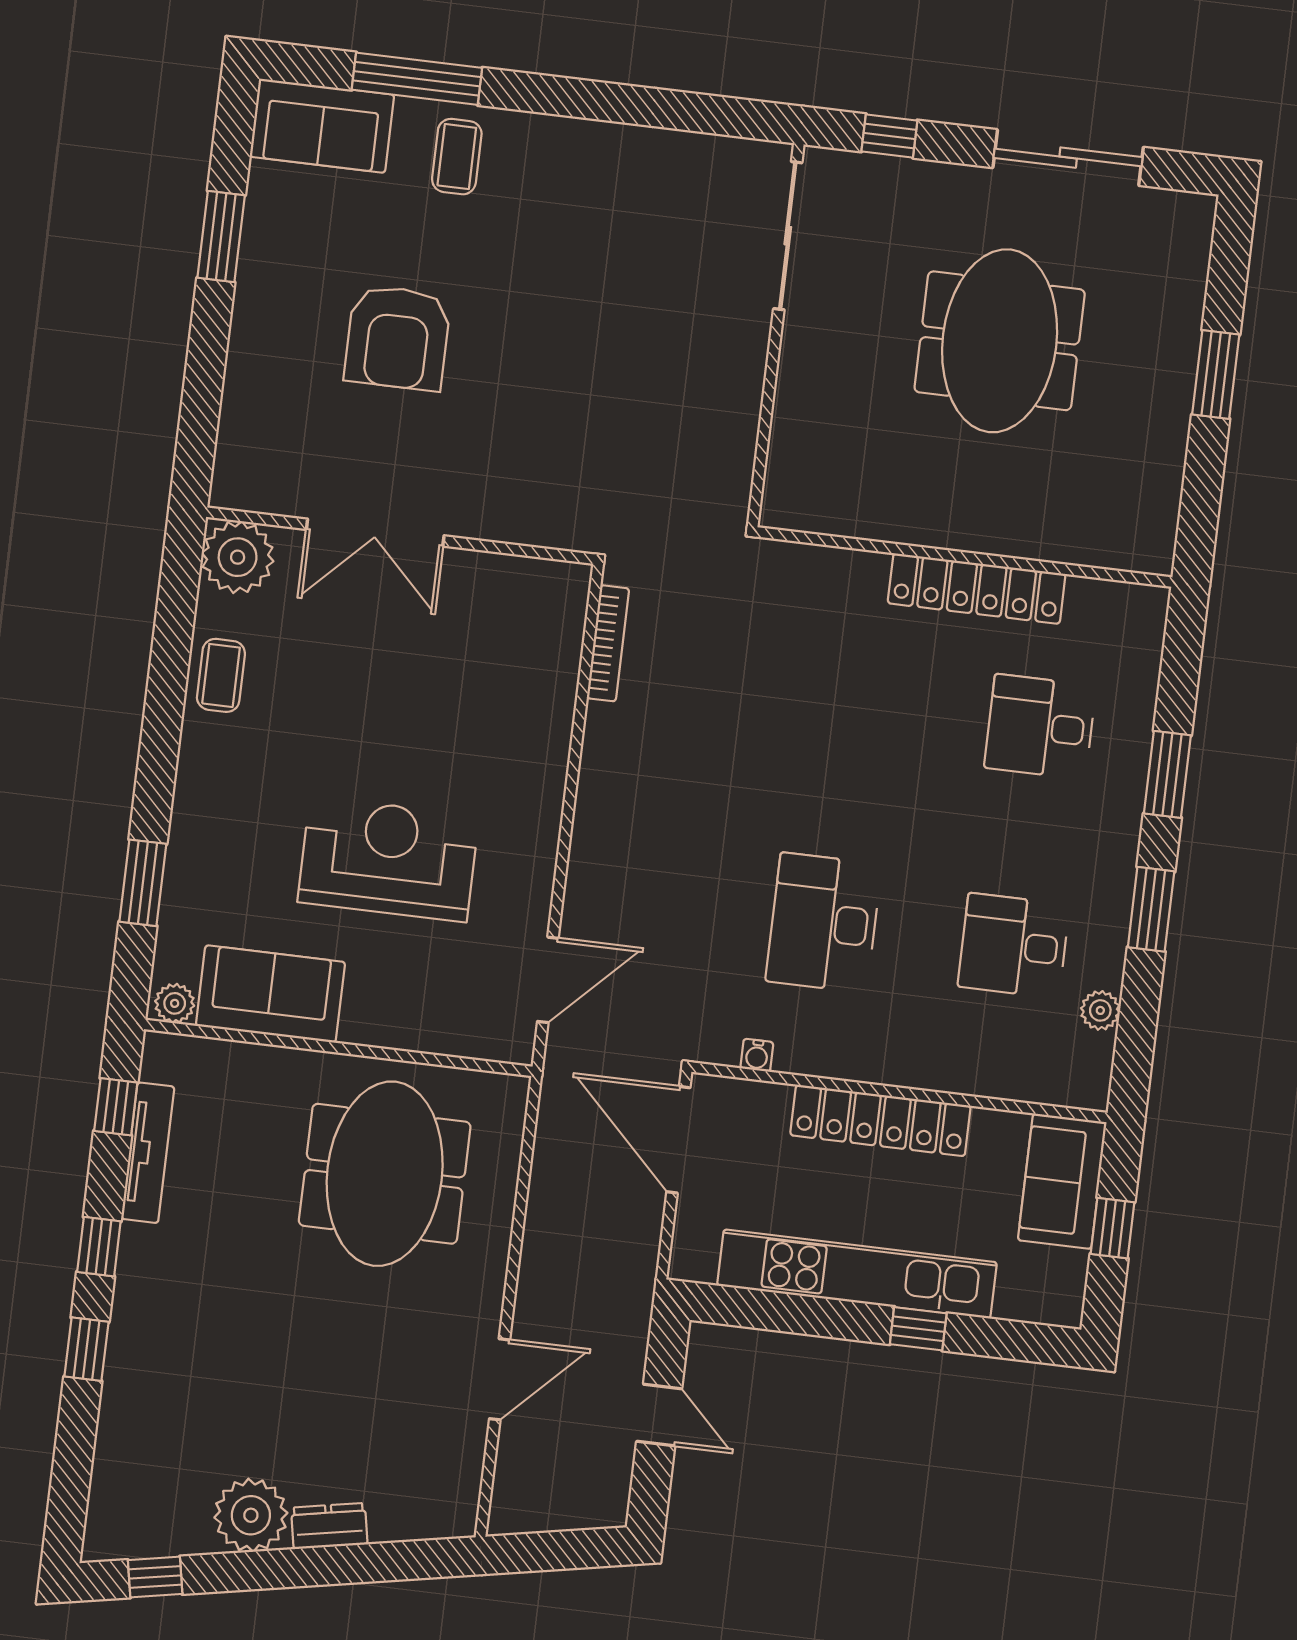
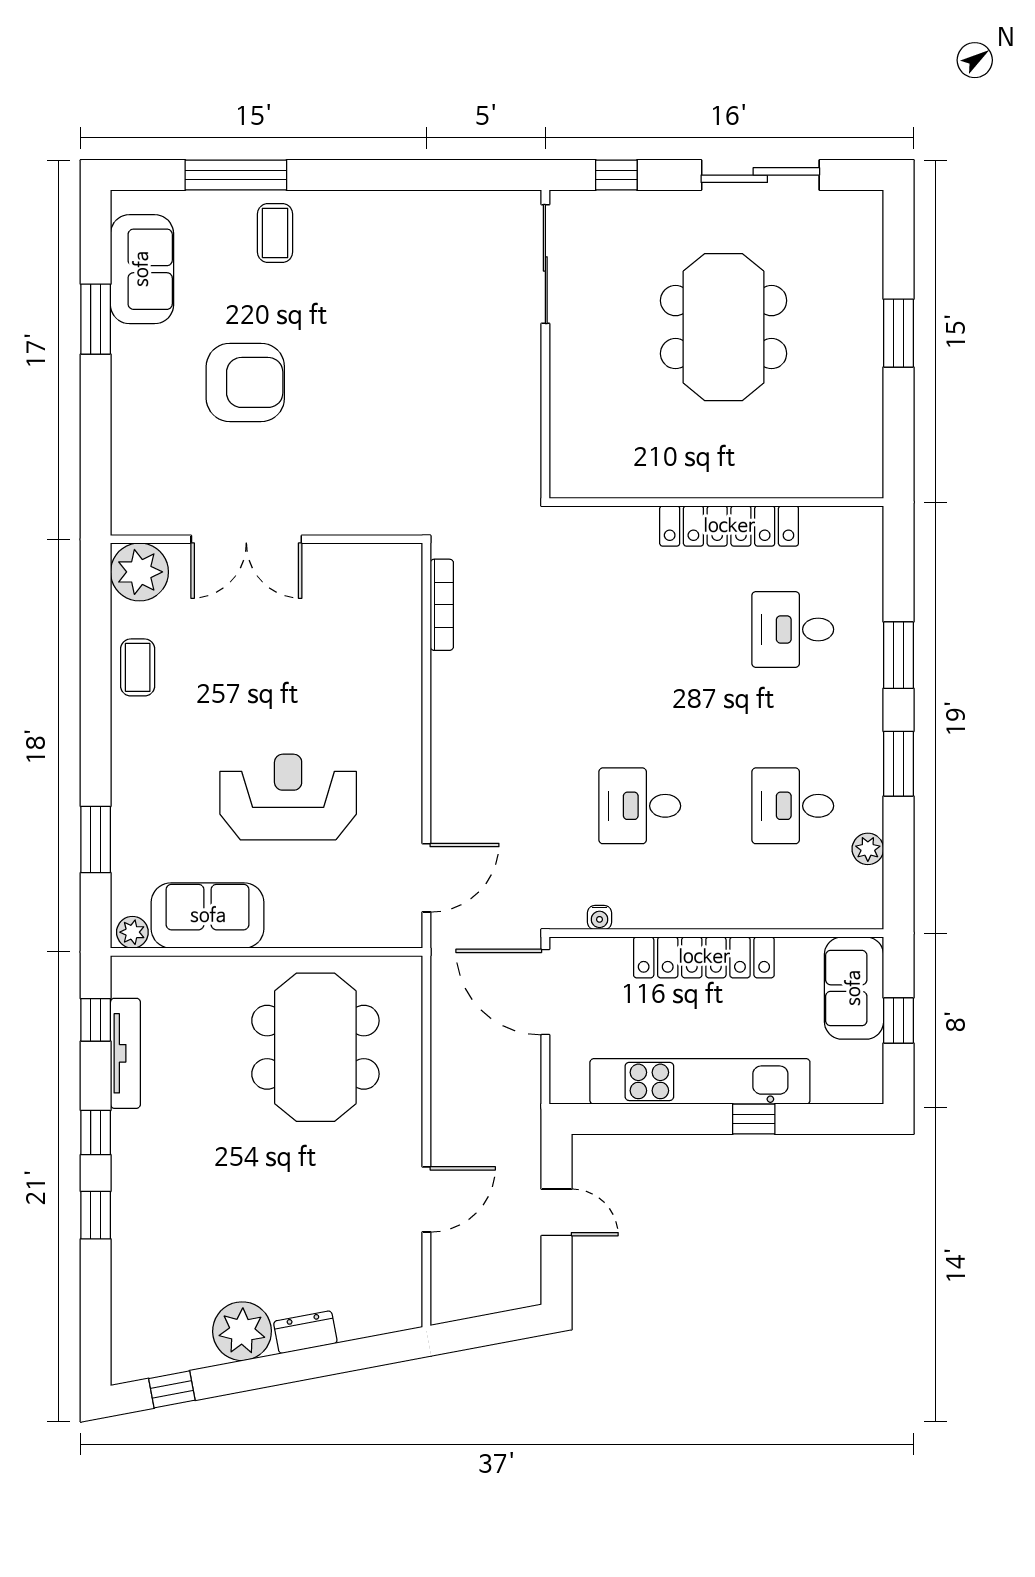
sofa: (322, 126) -> (142, 269), moved, turned -90
armchair: (398, 338) -> (245, 382), turned -90
desk: (824, 923) -> (640, 806), width x0.73

